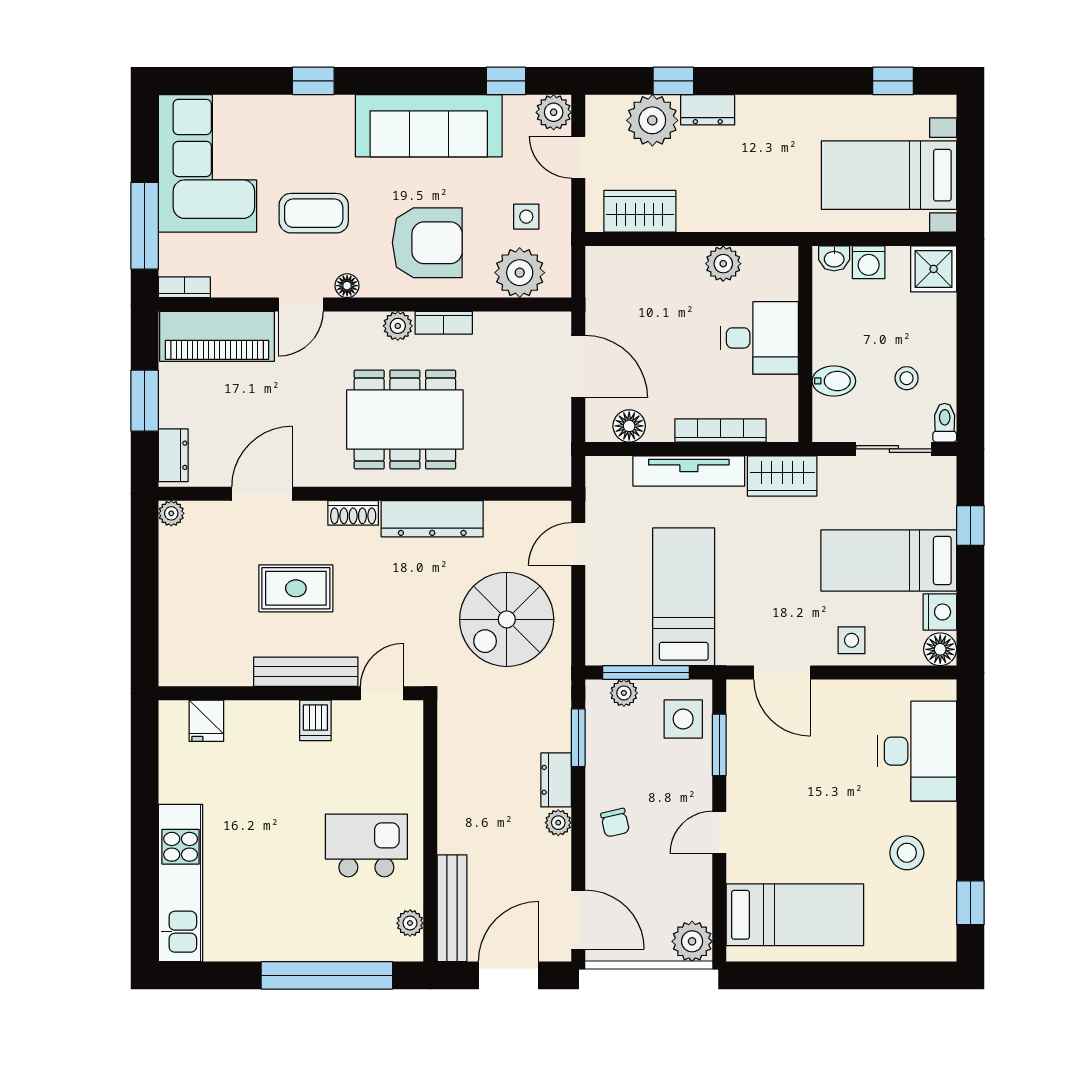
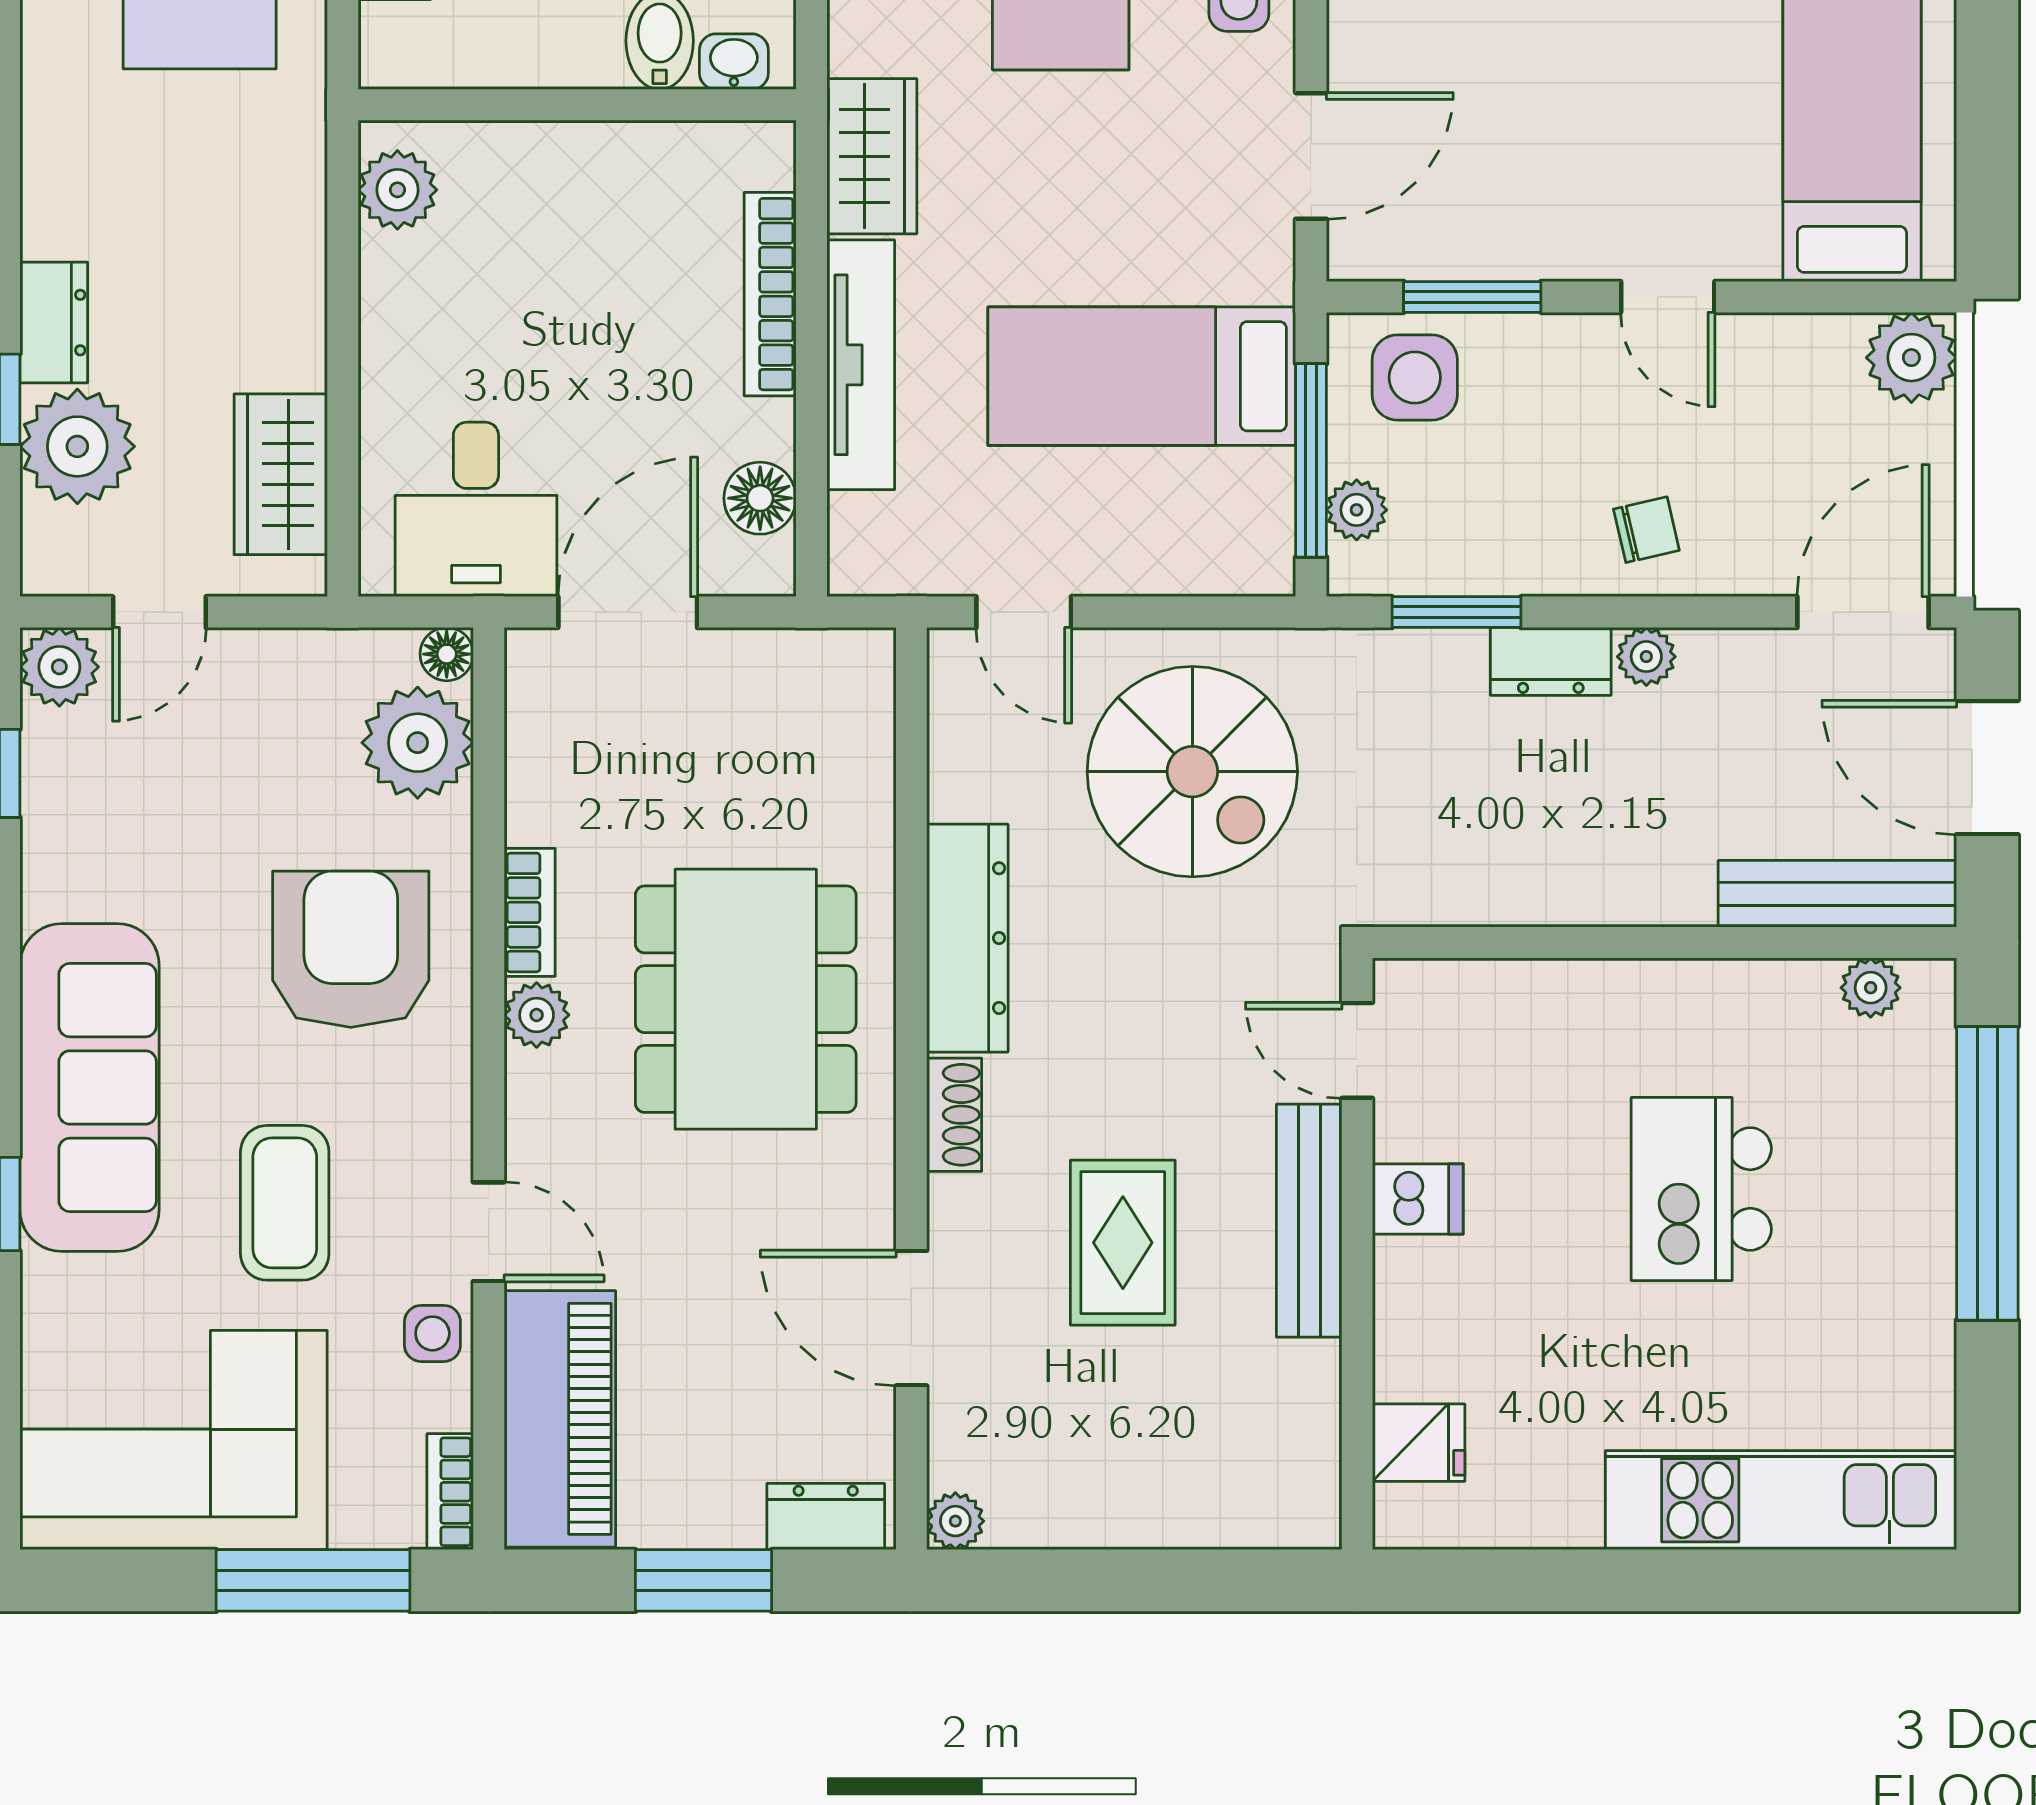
sofa: (429, 126) -> (89, 1087), moved
side table: (526, 217) -> (432, 1333), moved
washbasin: (834, 258) -> (734, 62), moved, turned -90
plant: (723, 264) -> (397, 190), moved
floor lamp: (347, 286) -> (447, 654), moved
desk: (759, 338) -> (476, 509), moved, turned 180
kitchen island: (366, 845) -> (1701, 1189), moved

